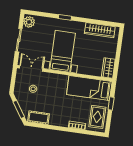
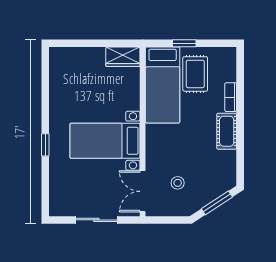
plant: (29, 22) -> (62, 206), removed
wardrobe: (100, 30) -> (59, 81), removed
rug: (97, 117) -> (195, 74), moved, turned 90
cot: (39, 118) -> (227, 131), moved

